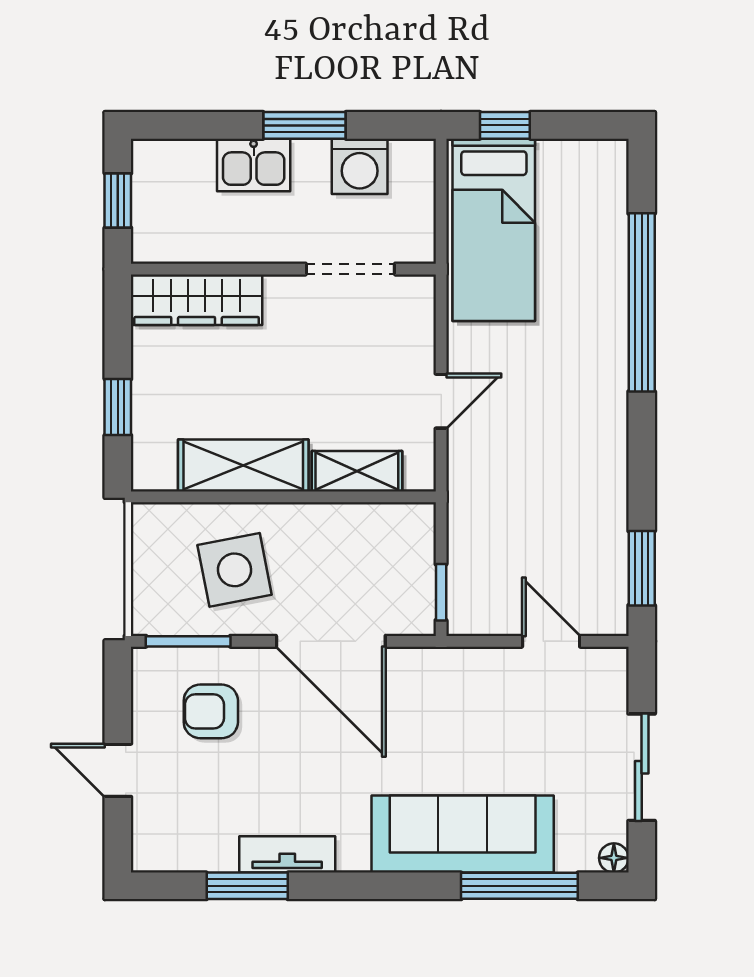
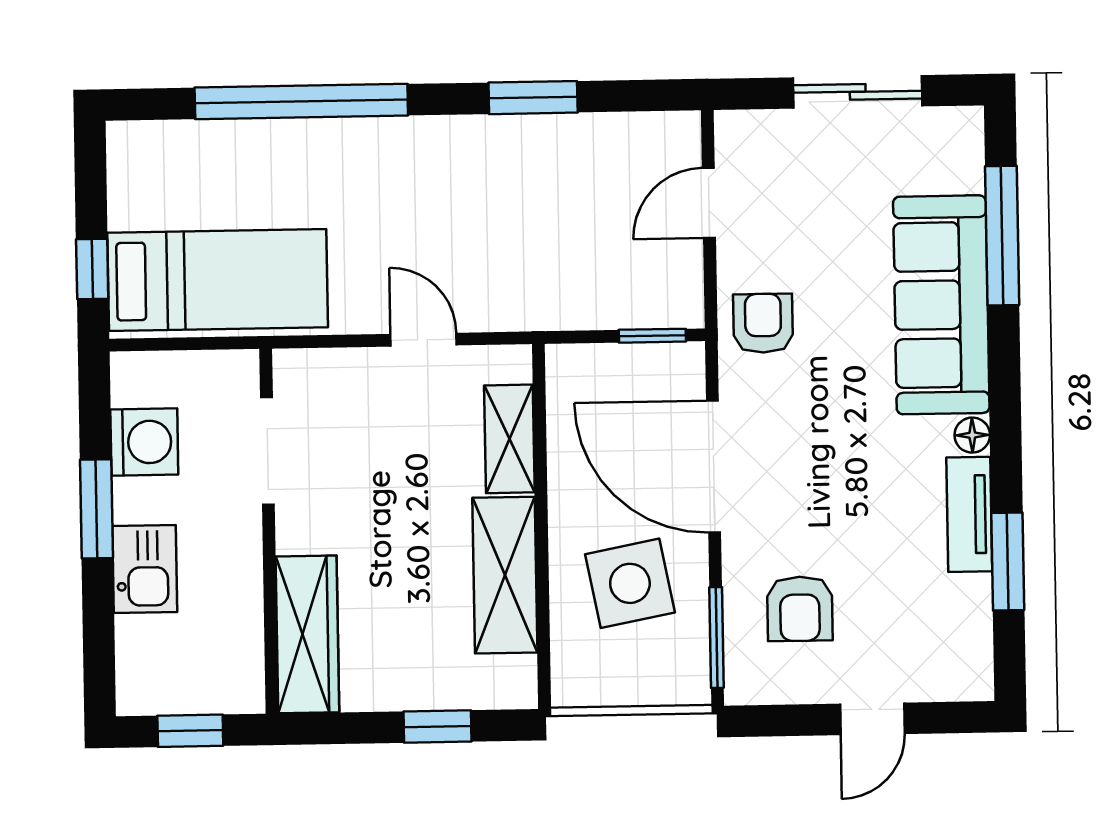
window: (642, 568) -> (533, 98), moved
door: (331, 641) -> (713, 467), swing flipped
armchair: (450, 685) -> (763, 323), added
floor lamp: (614, 858) -> (972, 435), moved

